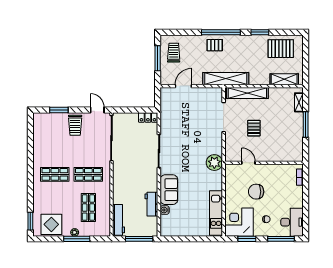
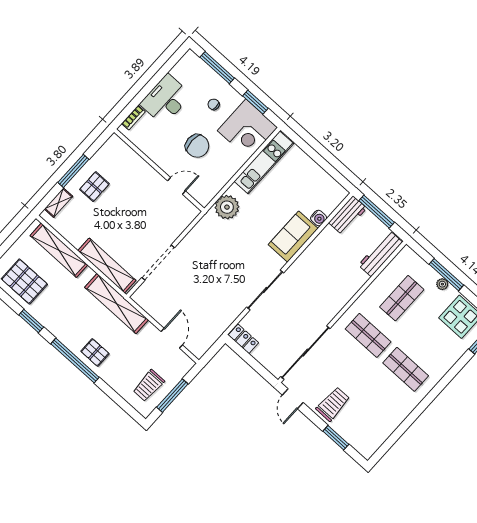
shelving: (284, 79) -> (59, 250), width x1.47
door: (183, 86) -> (172, 338), swing flipped
pallet: (254, 128) -> (94, 187), moved
plant: (214, 163) -> (227, 207), moved
door: (248, 163) -> (176, 186), swing flipped
workbench: (151, 204) -> (348, 215), moved
desk: (292, 222) -> (166, 100), moved

